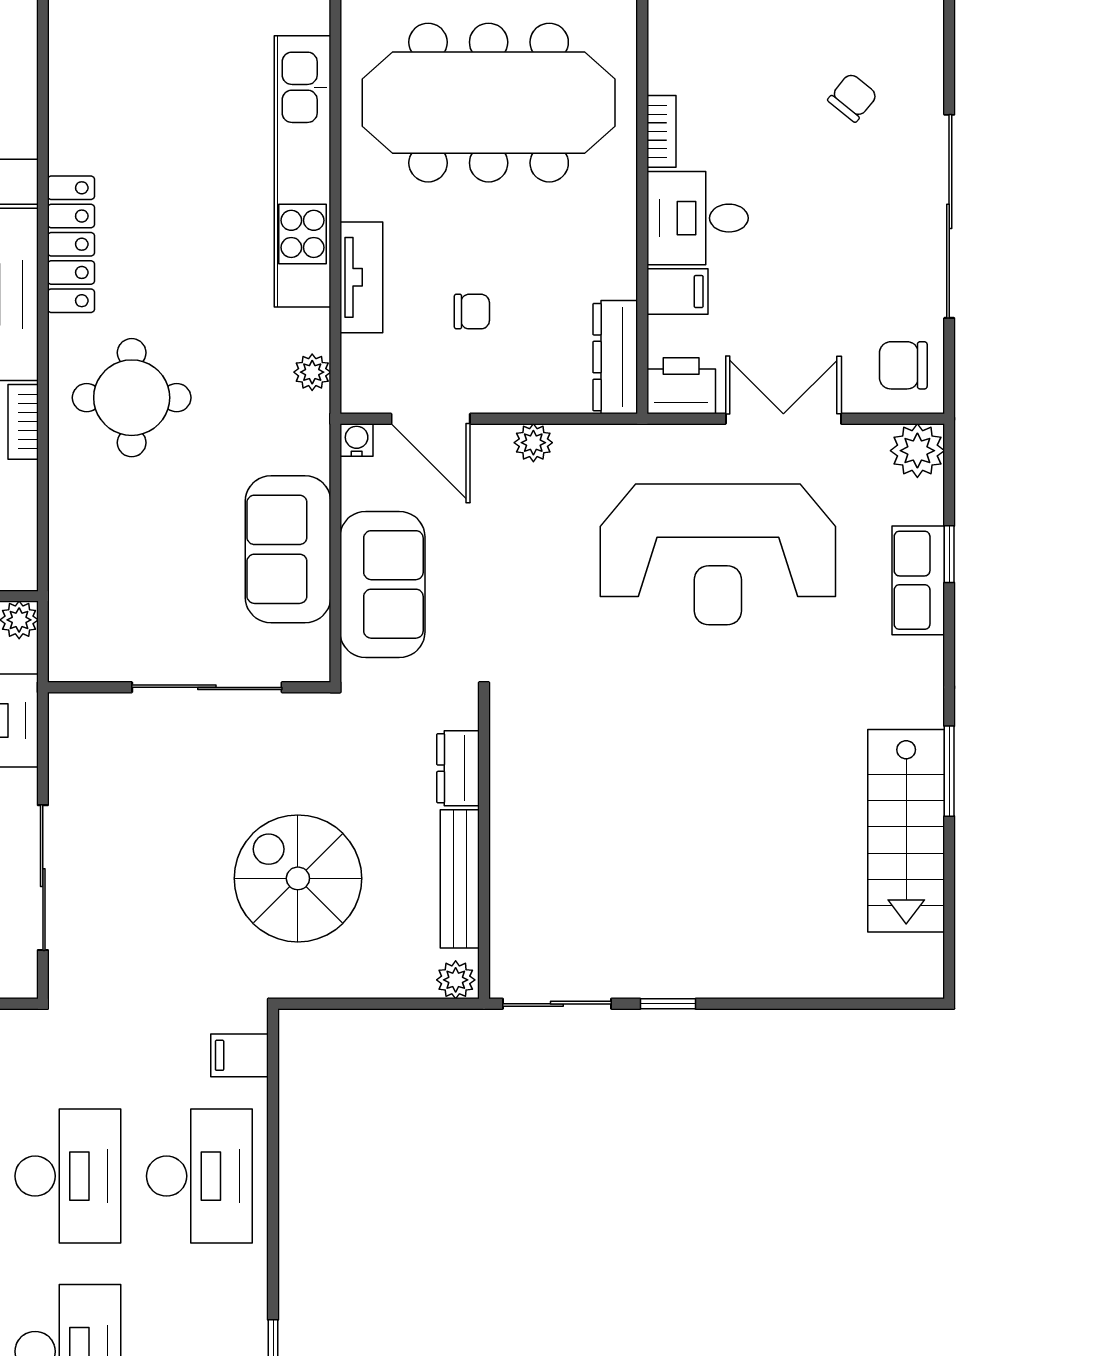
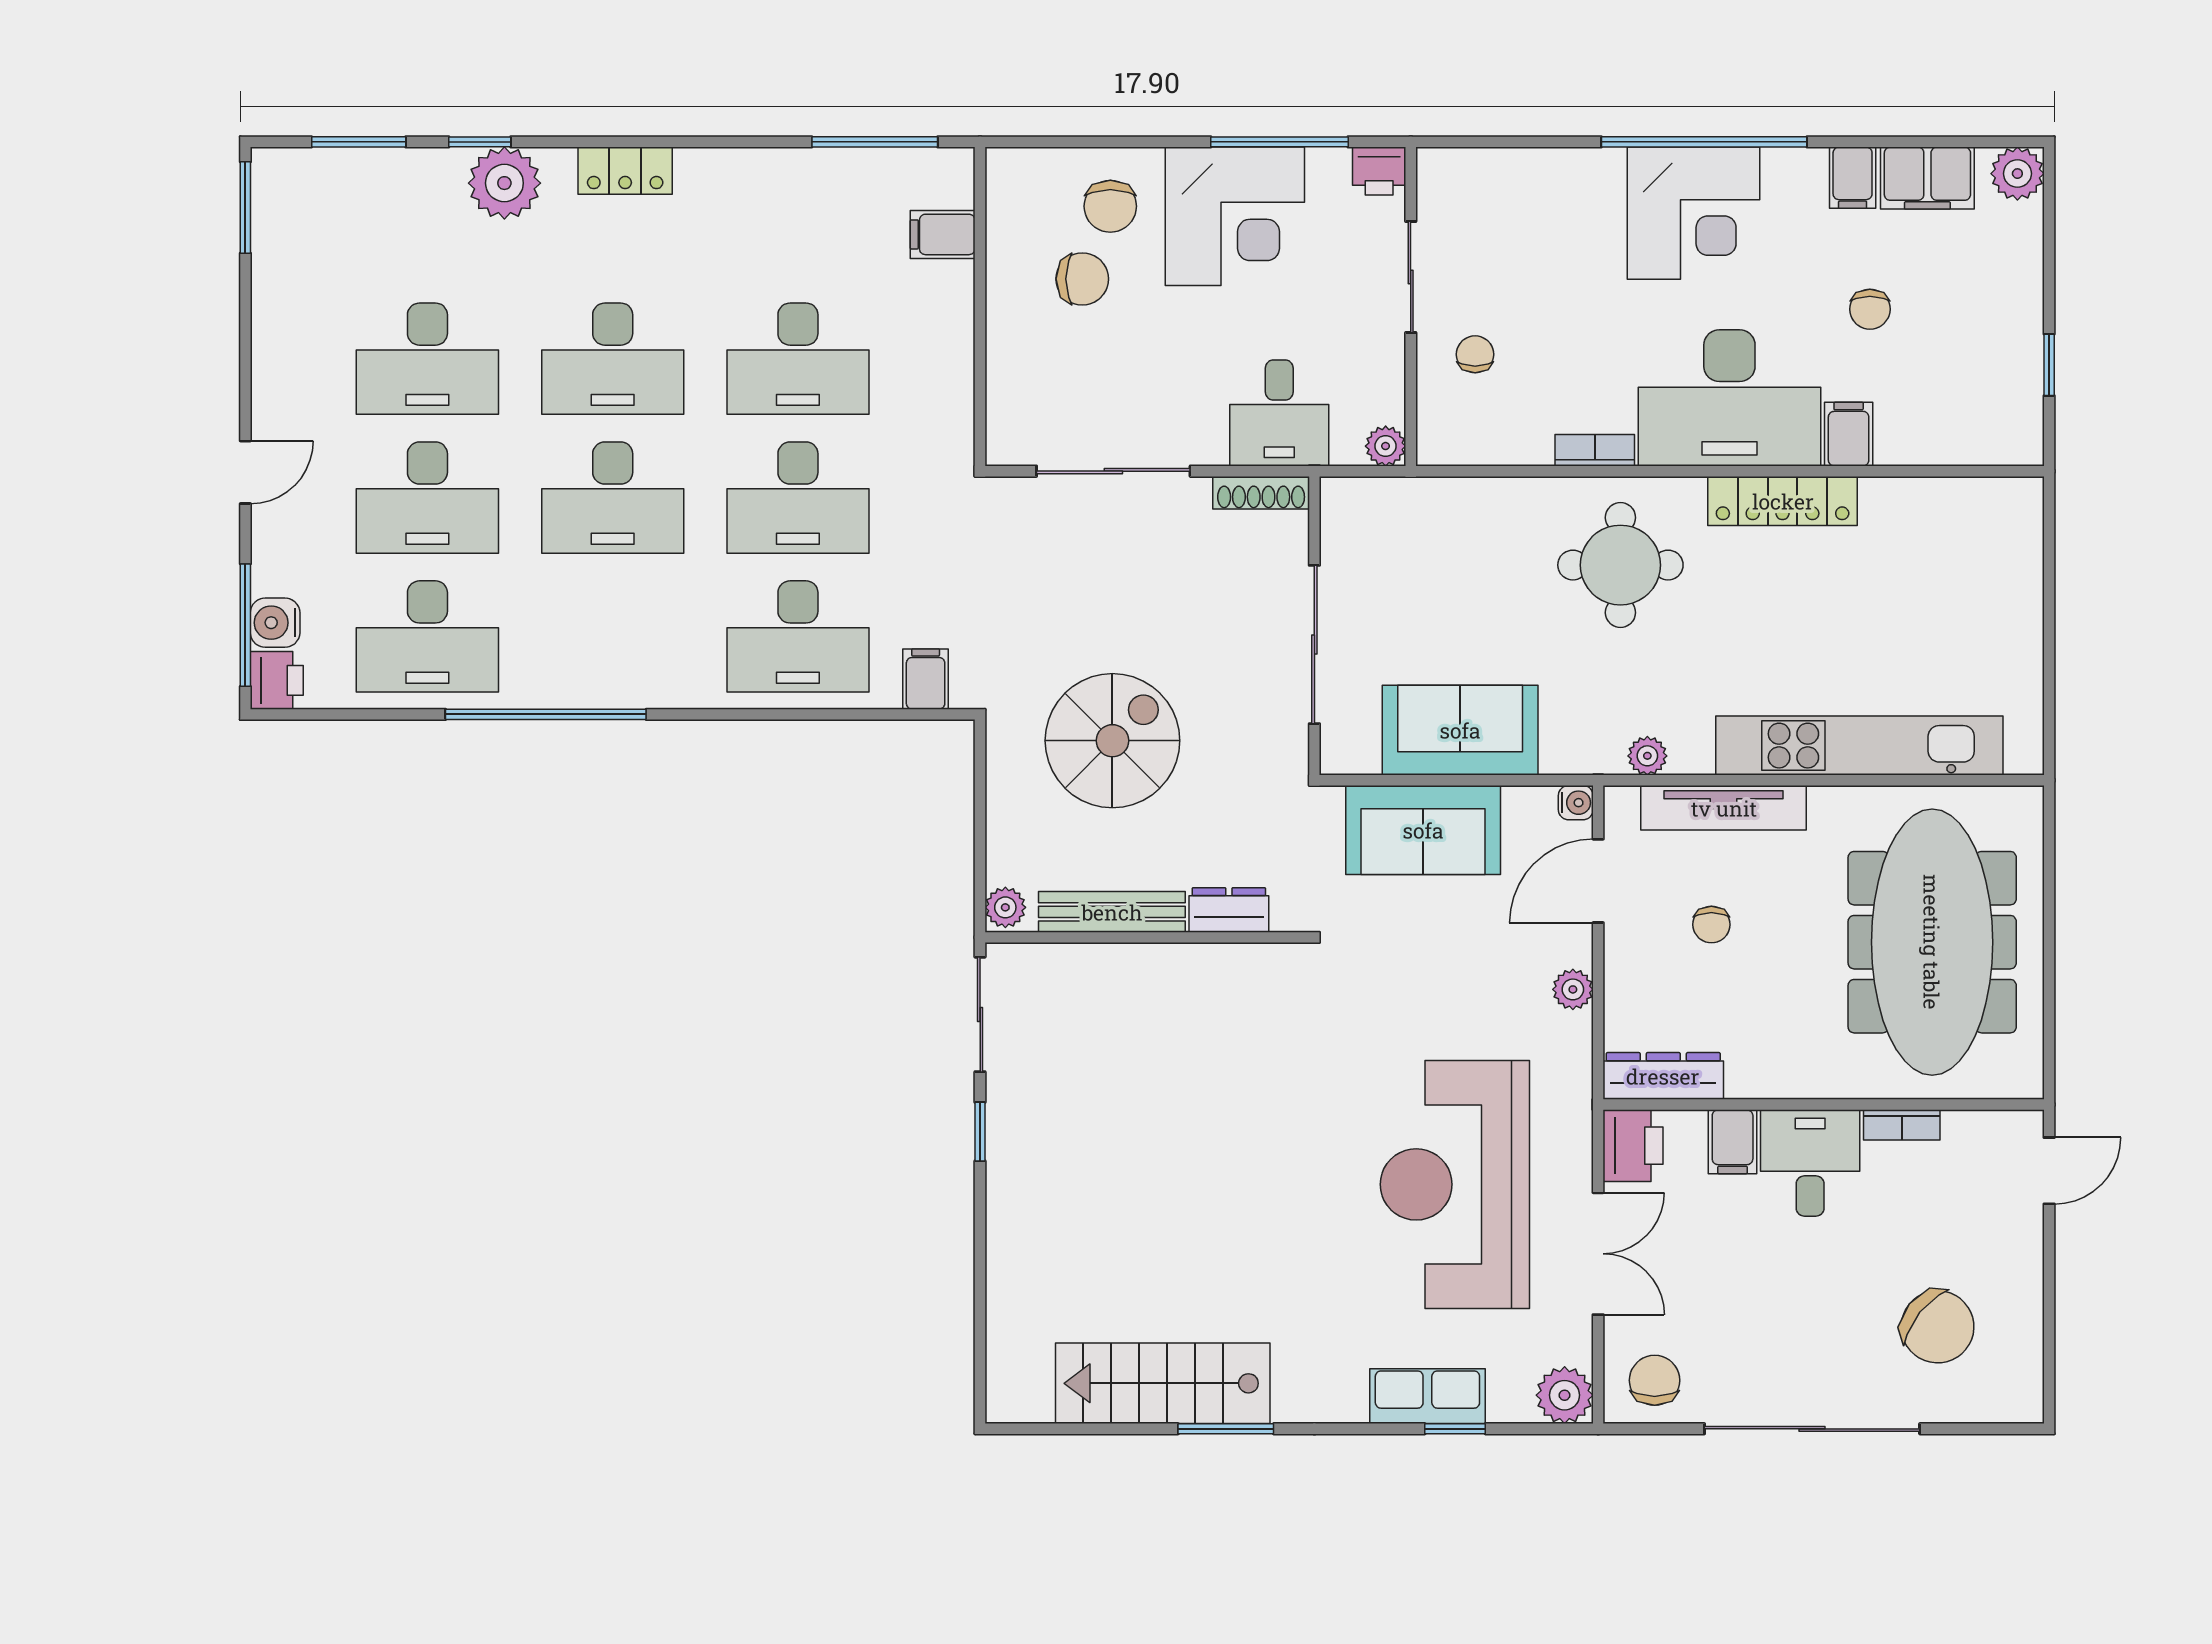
chair: (853, 97) -> (1938, 1327), width x1.87, depth x1.87
tv unit: (361, 277) -> (1724, 808), width x1.41
shoe rack: (63, 738) -> (1261, 493), added

